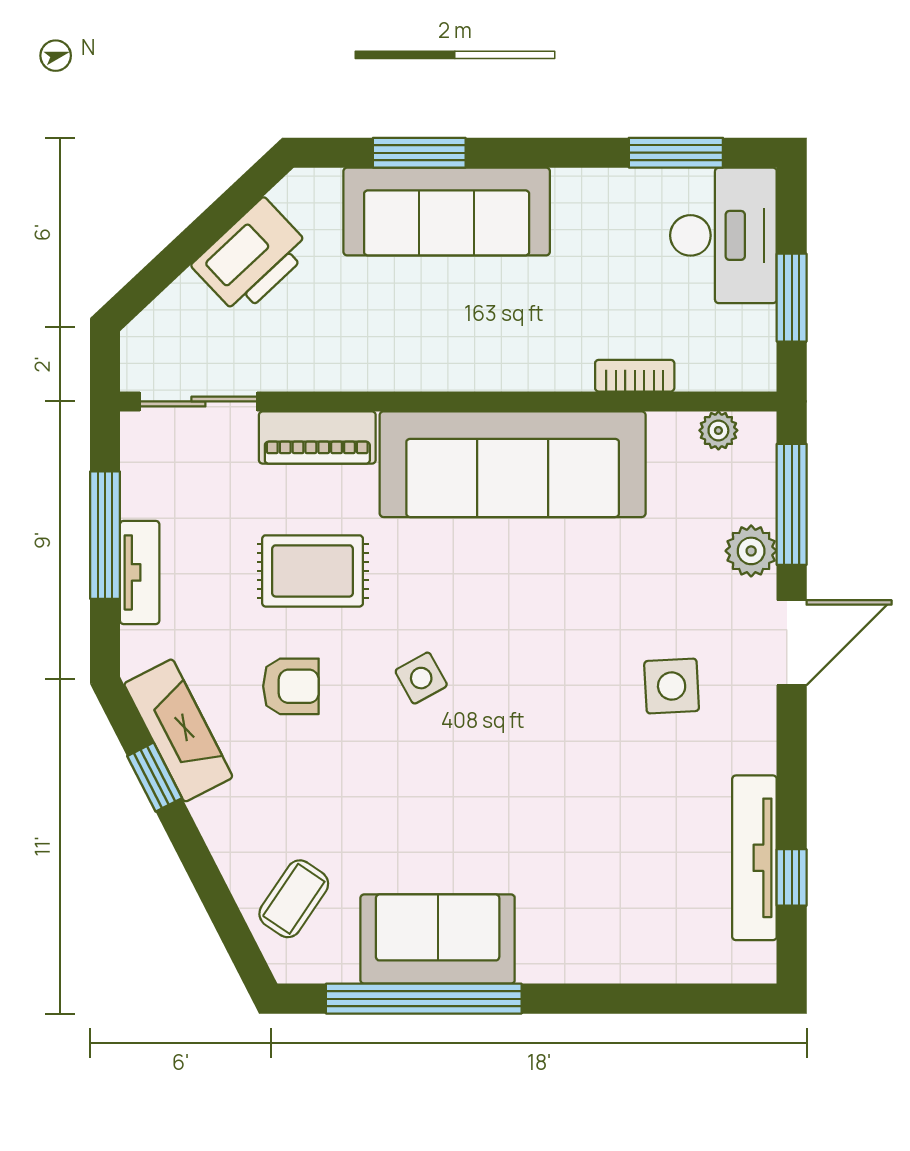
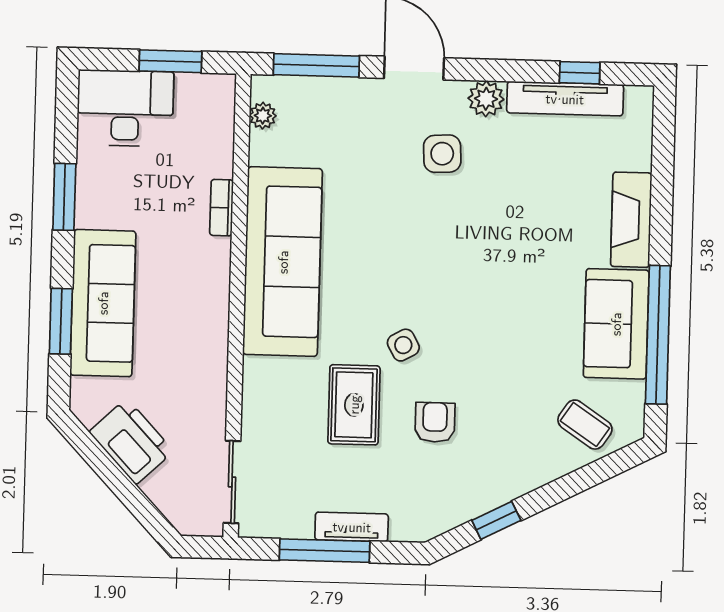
window: (676, 153) -> (64, 197), moved
bookcase: (635, 376) -> (222, 208), moved
piano: (317, 438) -> (260, 399), removed
plant: (751, 551) -> (486, 99), moved
side table: (421, 678) -> (403, 345), moved
fireplace: (178, 730) -> (631, 220), moved, turned -63

